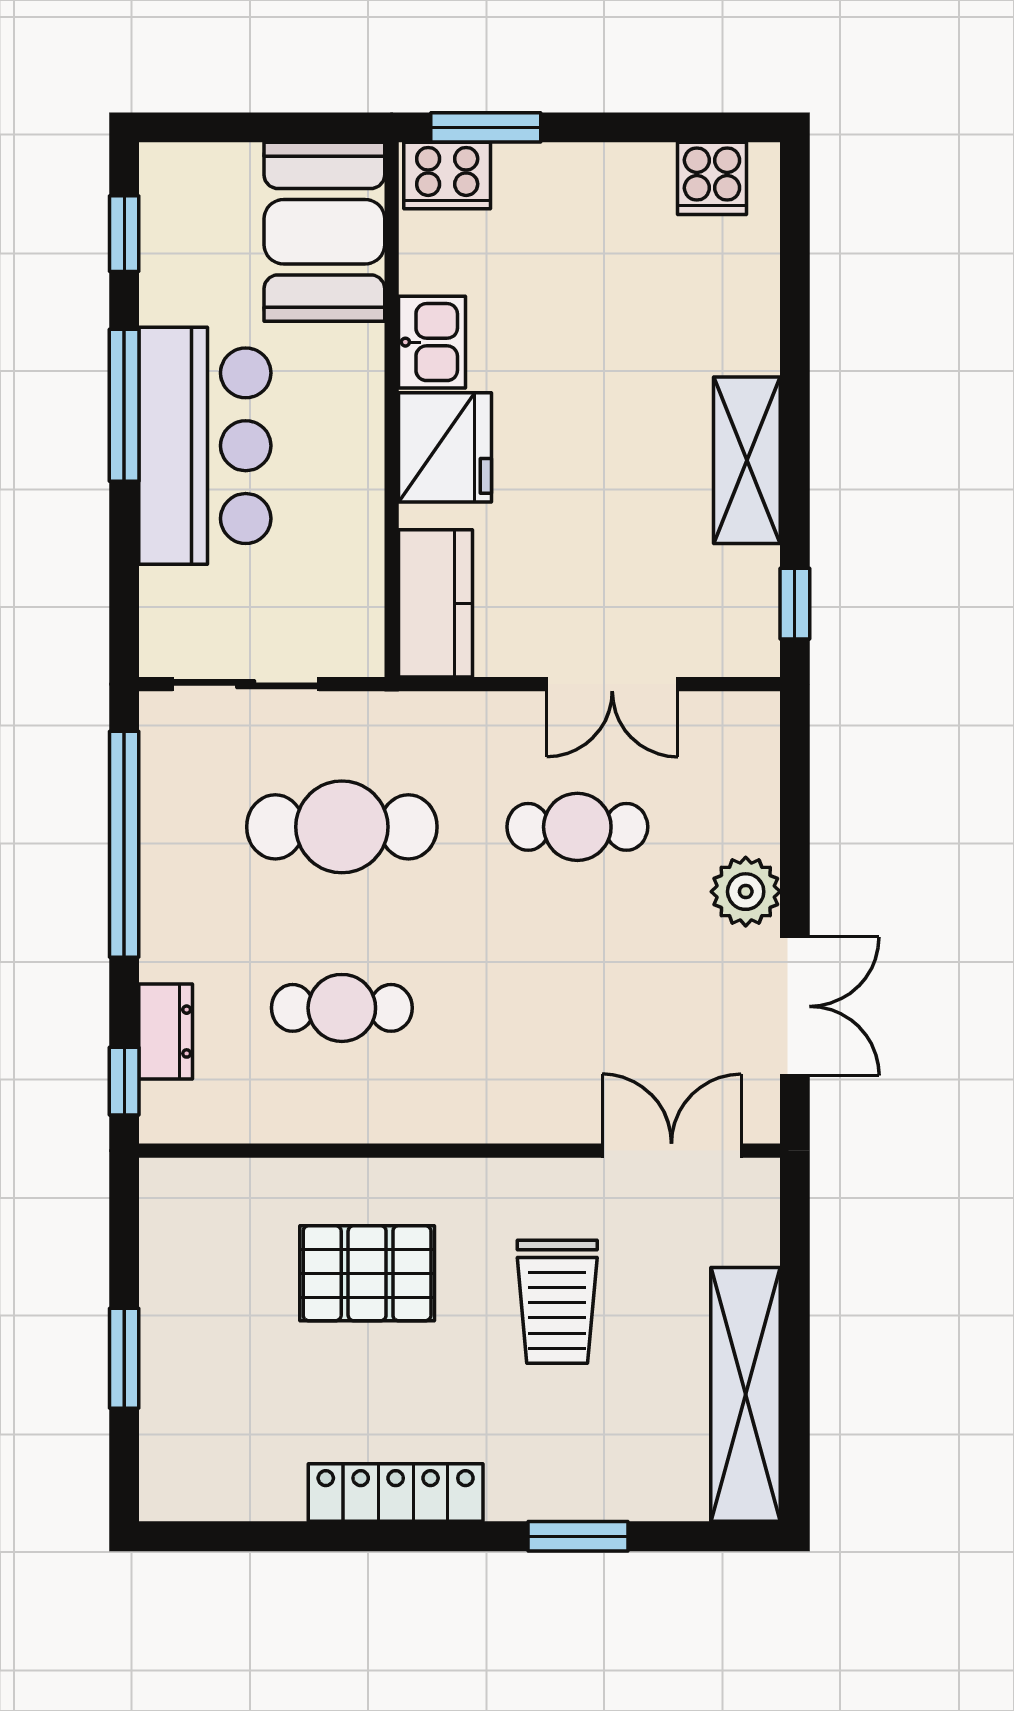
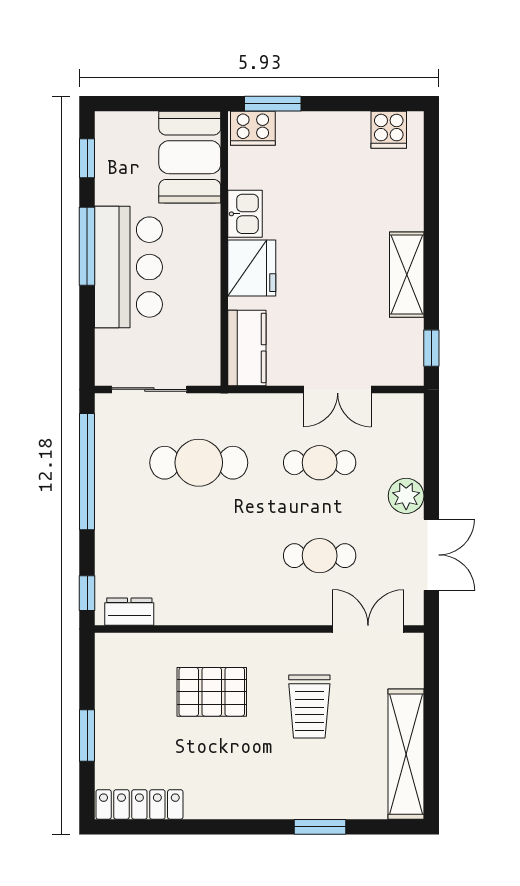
cafe table: (342, 1008) -> (320, 556), moved
dresser: (166, 1032) -> (129, 612), moved, turned -90
locker: (396, 1493) -> (139, 804), moved

